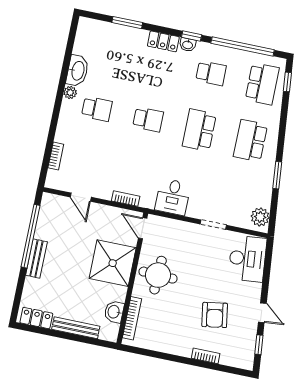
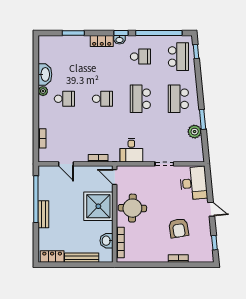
plant: (260, 217) -> (195, 132), moved
door: (262, 313) -> (211, 209), moved

